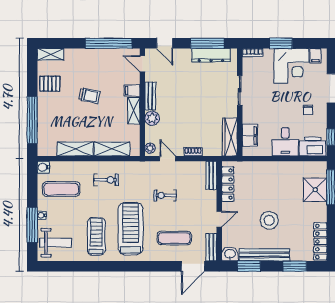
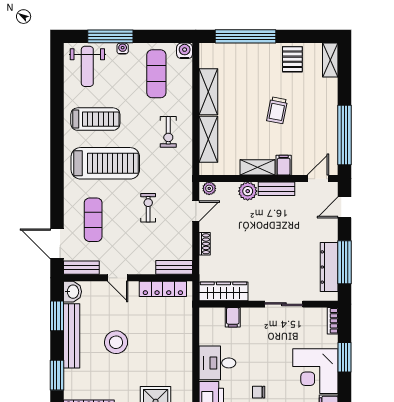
filing cabinet: (250, 136) -> (233, 317), width x0.50

